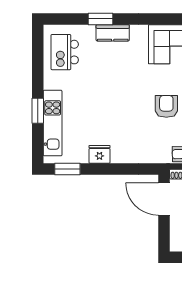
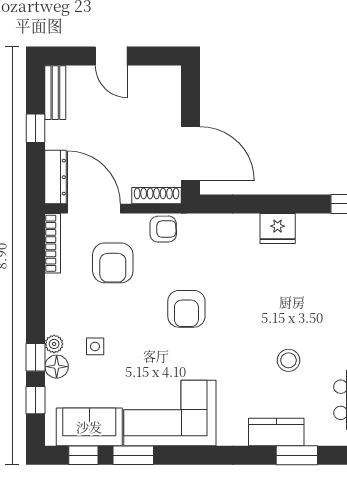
stool: (105, 76) -> (288, 360), added
fridge: (99, 154) -> (278, 228), moved

